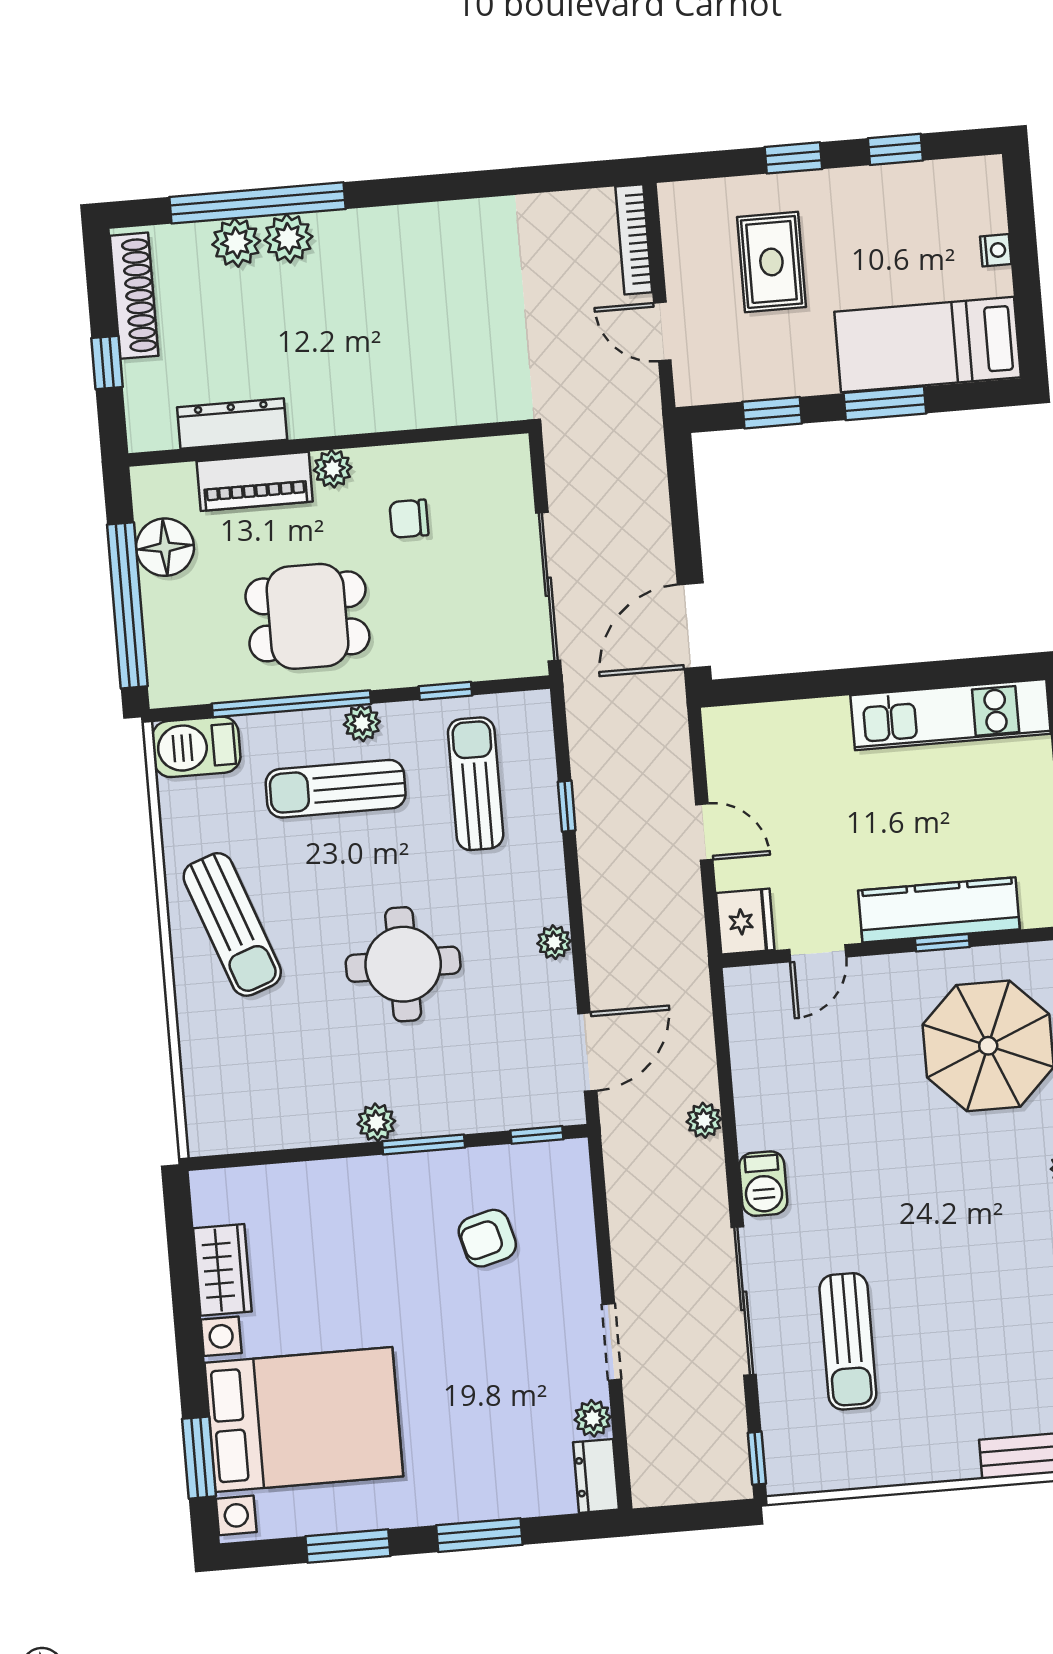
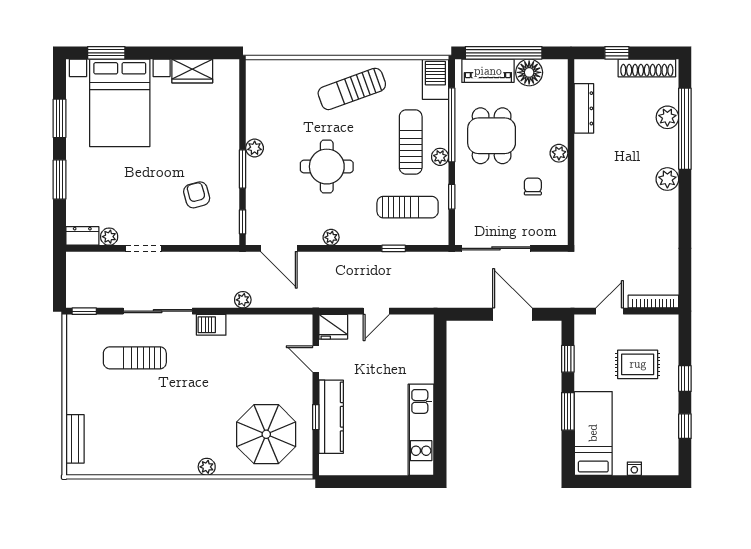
plant: (288, 238) -> (667, 179), moved
piano: (255, 481) -> (488, 71), moved, turned -90
door: (694, 626) -> (512, 314), moved

